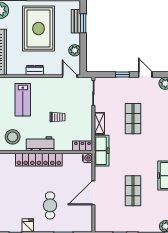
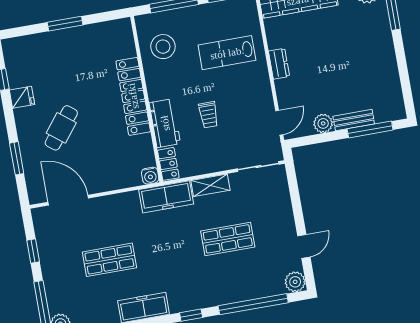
bench: (76, 21) -> (354, 120), moved
window: (83, 23) -> (370, 129), width x1.44
rug: (38, 29) -> (348, 58), removed
window: (122, 75) -> (297, 209), removed
workbench: (40, 144) -> (165, 123), moved
door: (93, 193) -> (68, 200), moved
cafe table: (50, 205) -> (61, 128), turned -52

